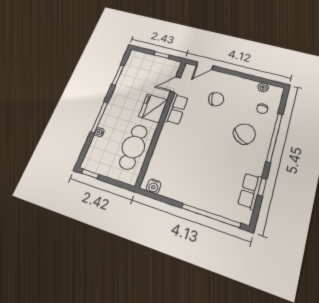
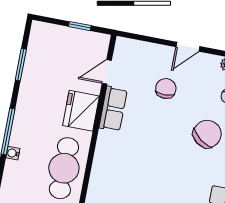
door: (205, 66) -> (188, 47), moved
chair: (216, 99) -> (166, 89), turned -77

